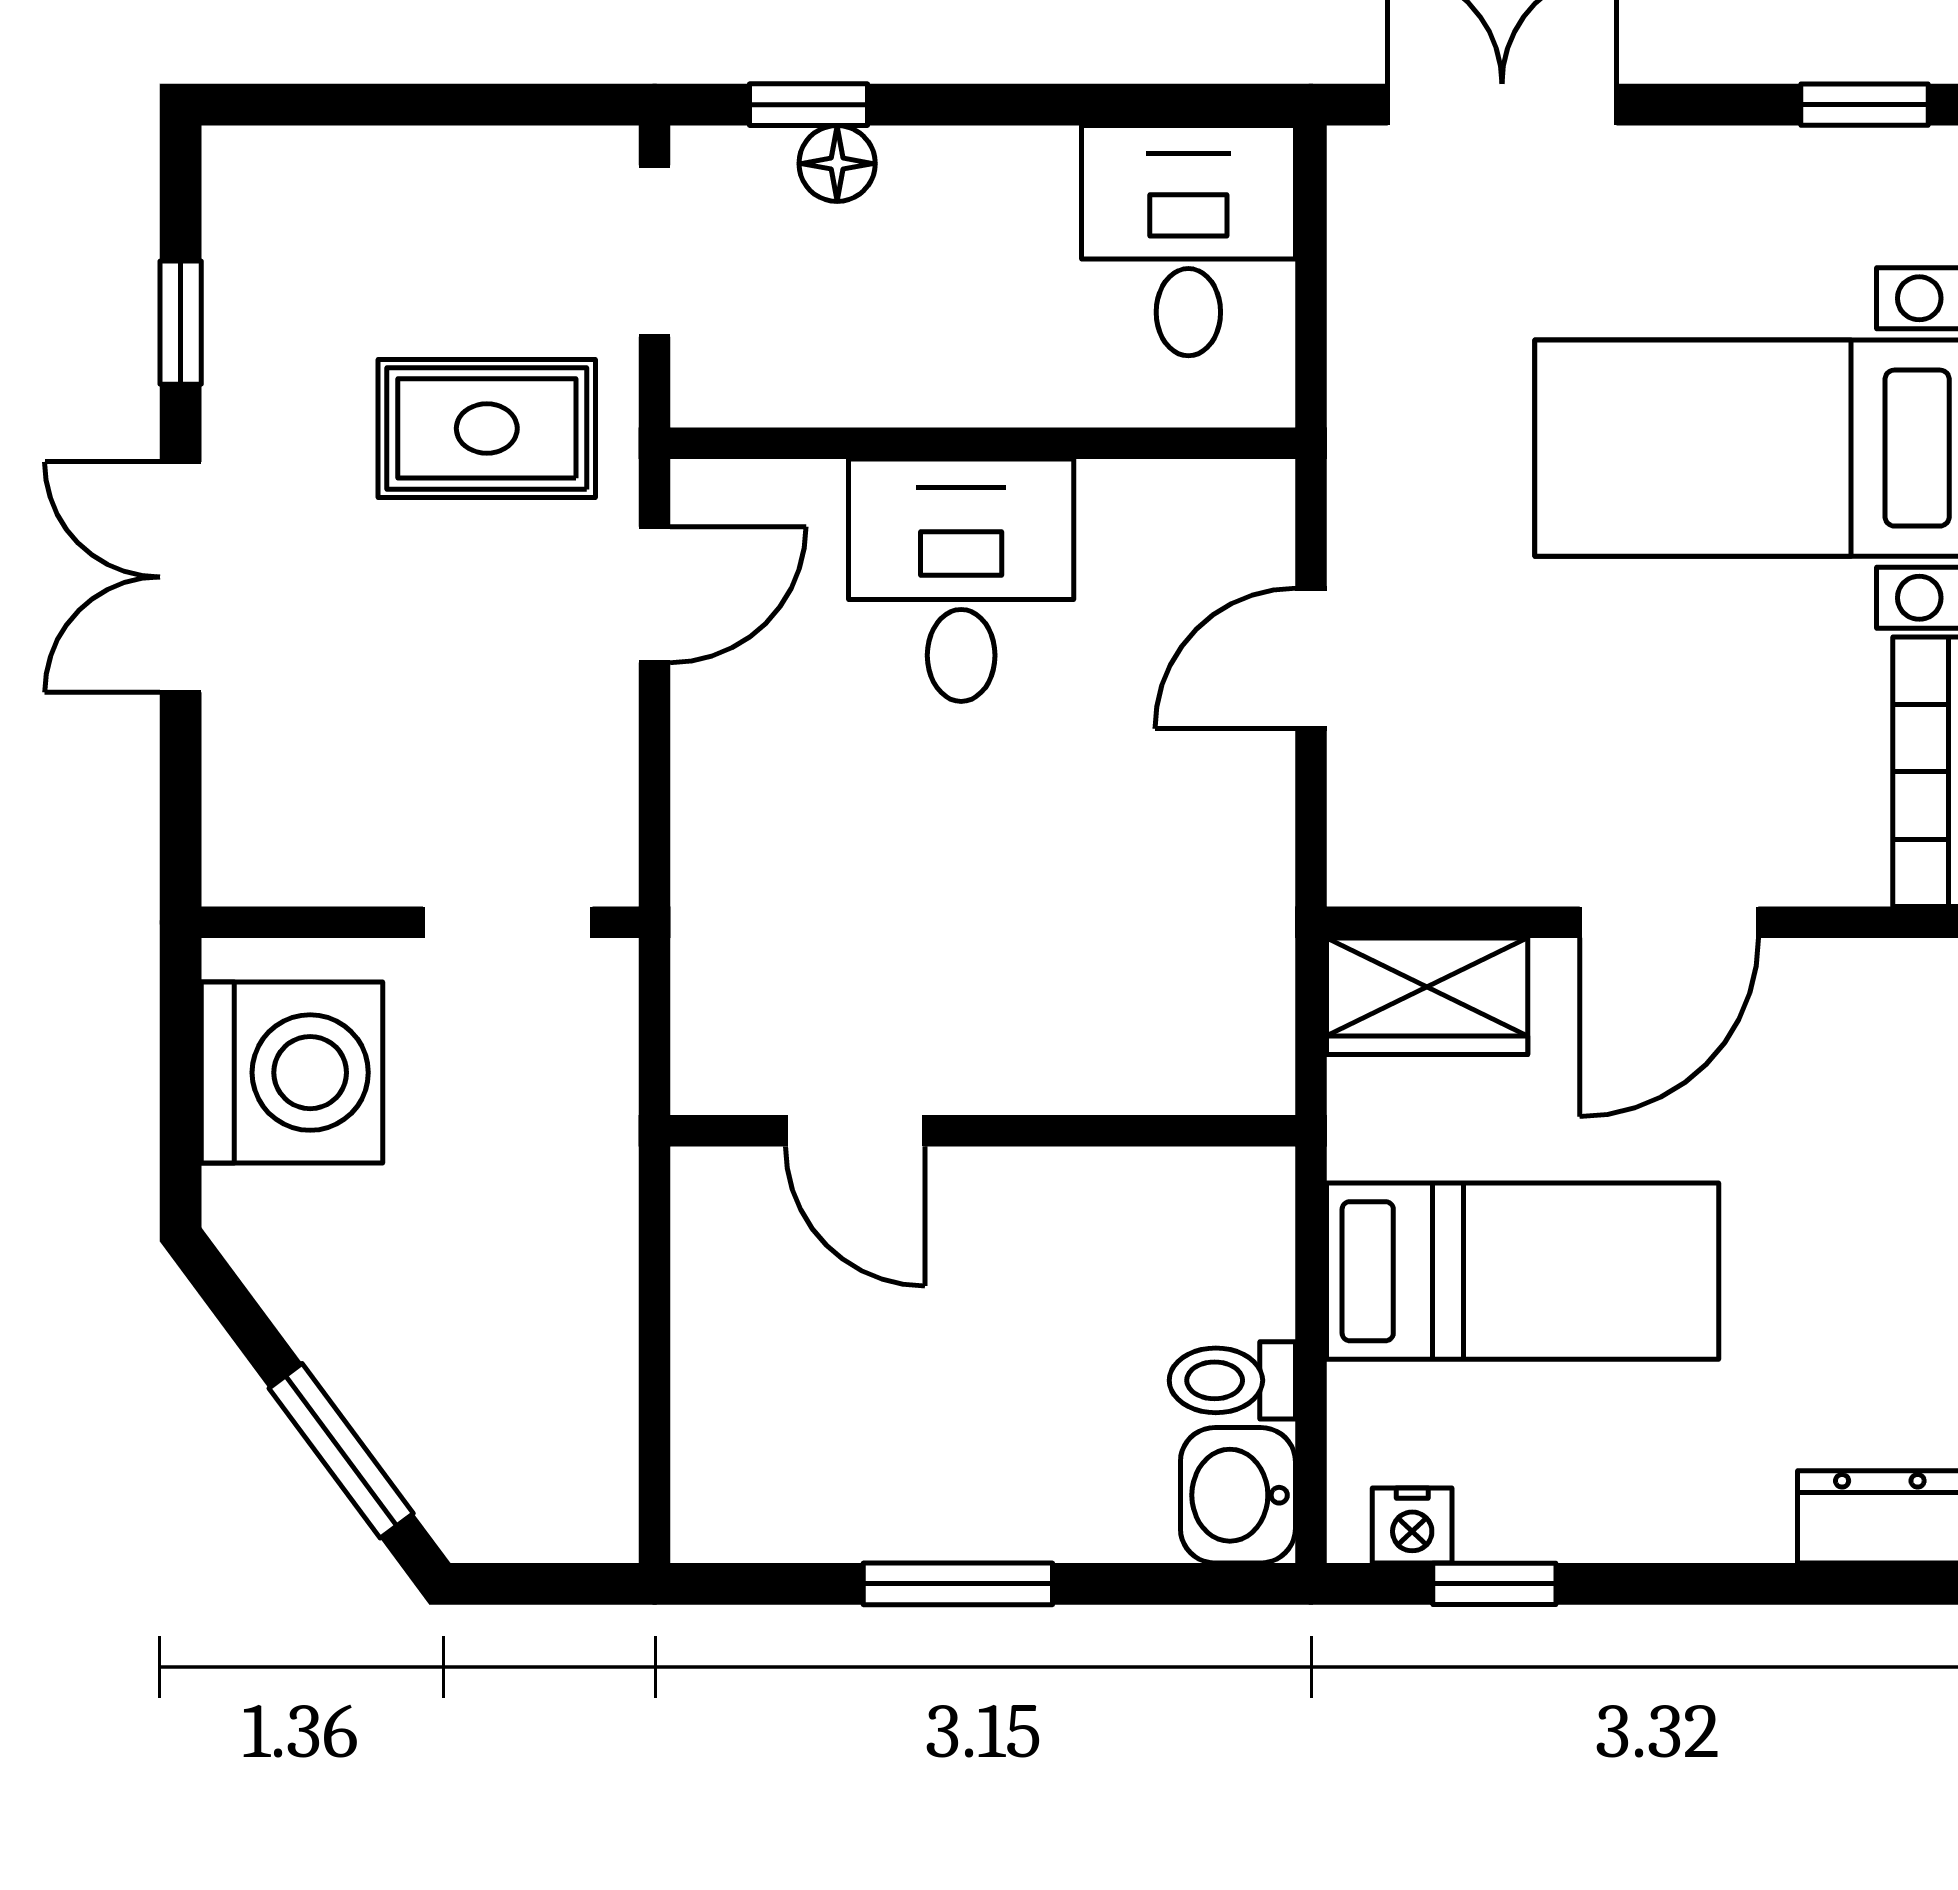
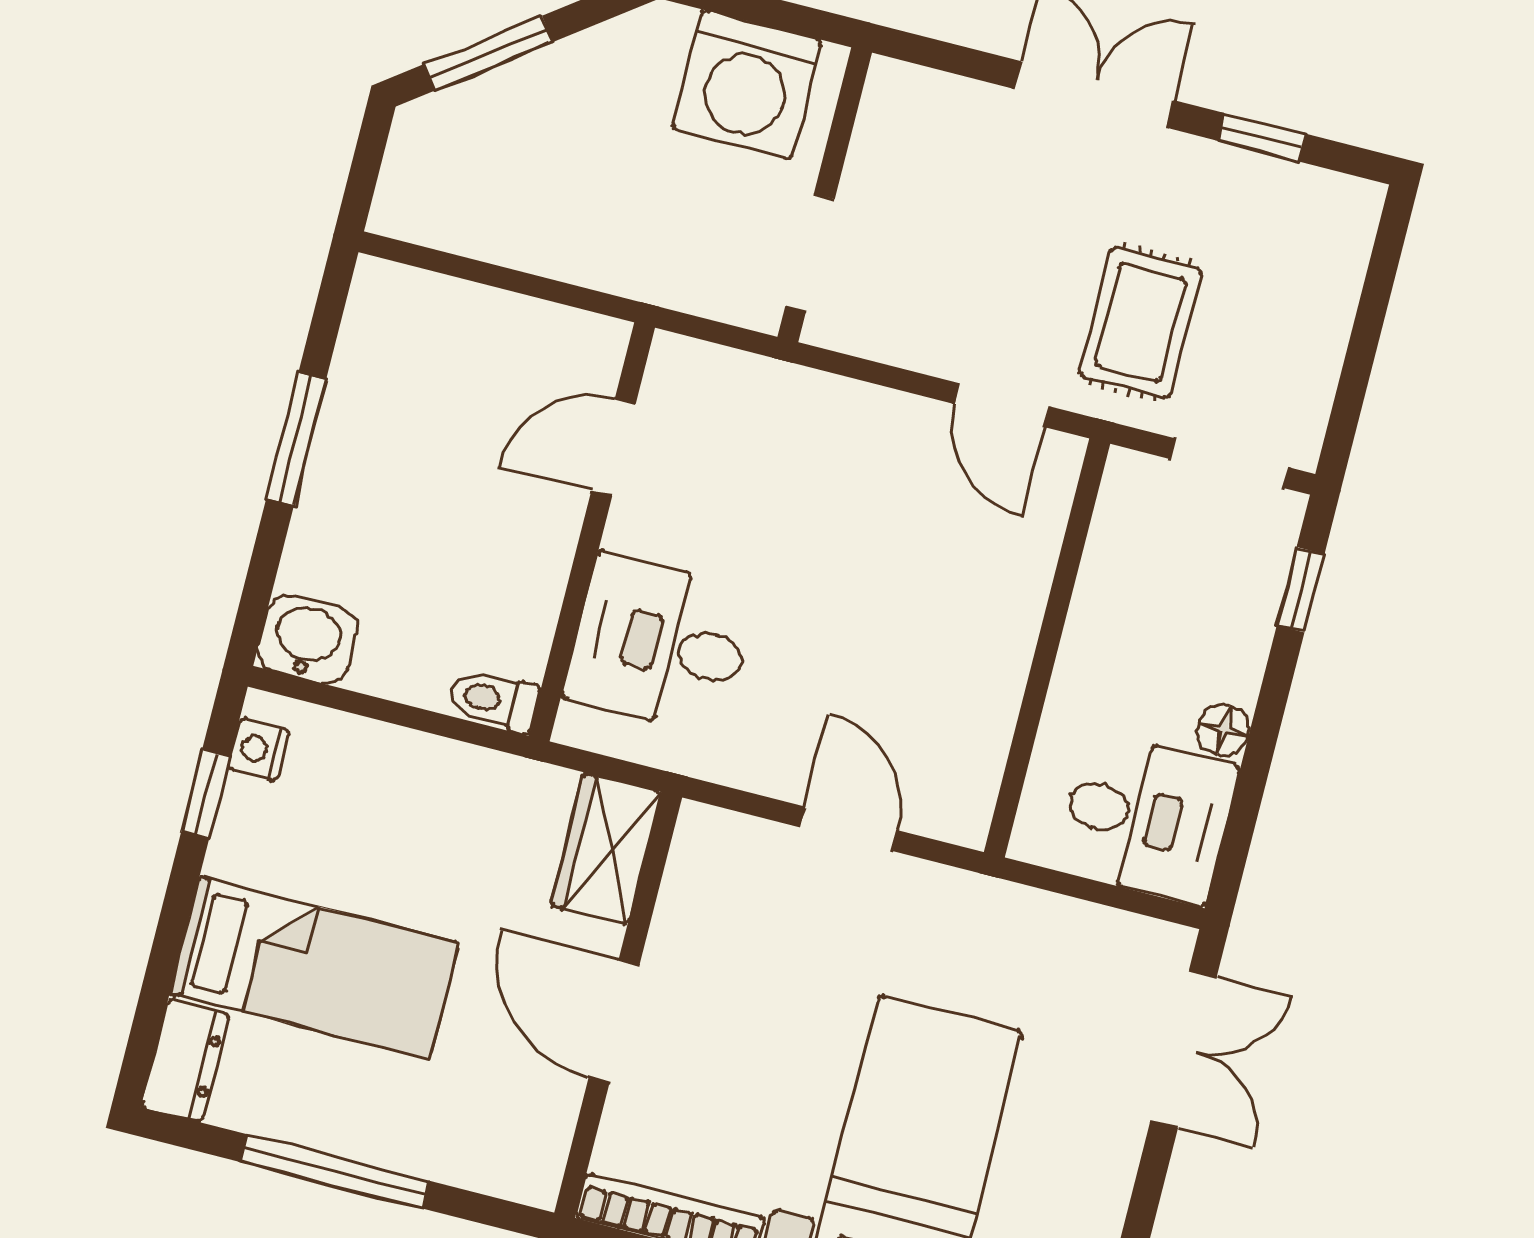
floor lamp: (837, 164) -> (1223, 730), moved
desk: (961, 580) -> (660, 644), moved, turned 180
bed: (1523, 1271) -> (314, 968), moved, turned -90
toilet: (1232, 1380) -> (494, 700), moved, turned -90

